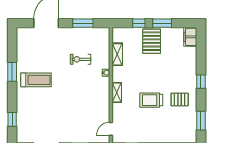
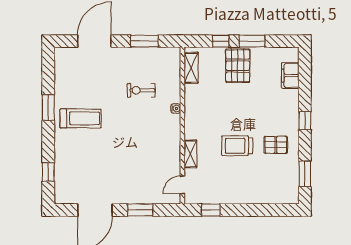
filing cabinet: (190, 37) -> (290, 76), moved
shelving: (117, 54) -> (191, 68), moved
shelving: (117, 92) -> (190, 154), moved

